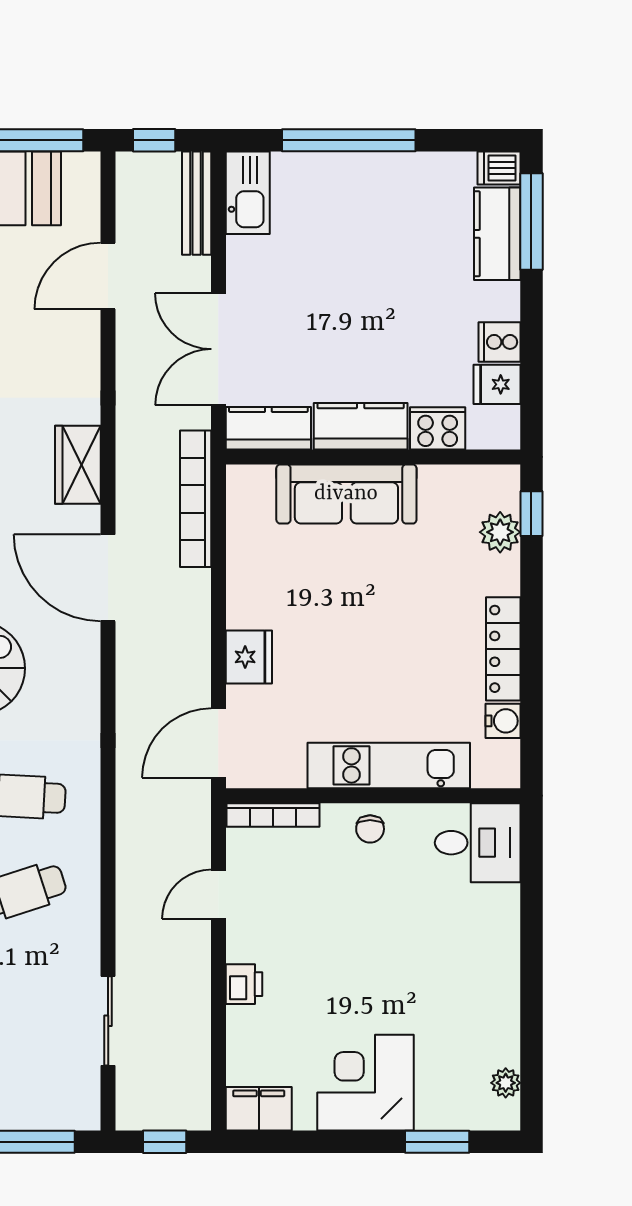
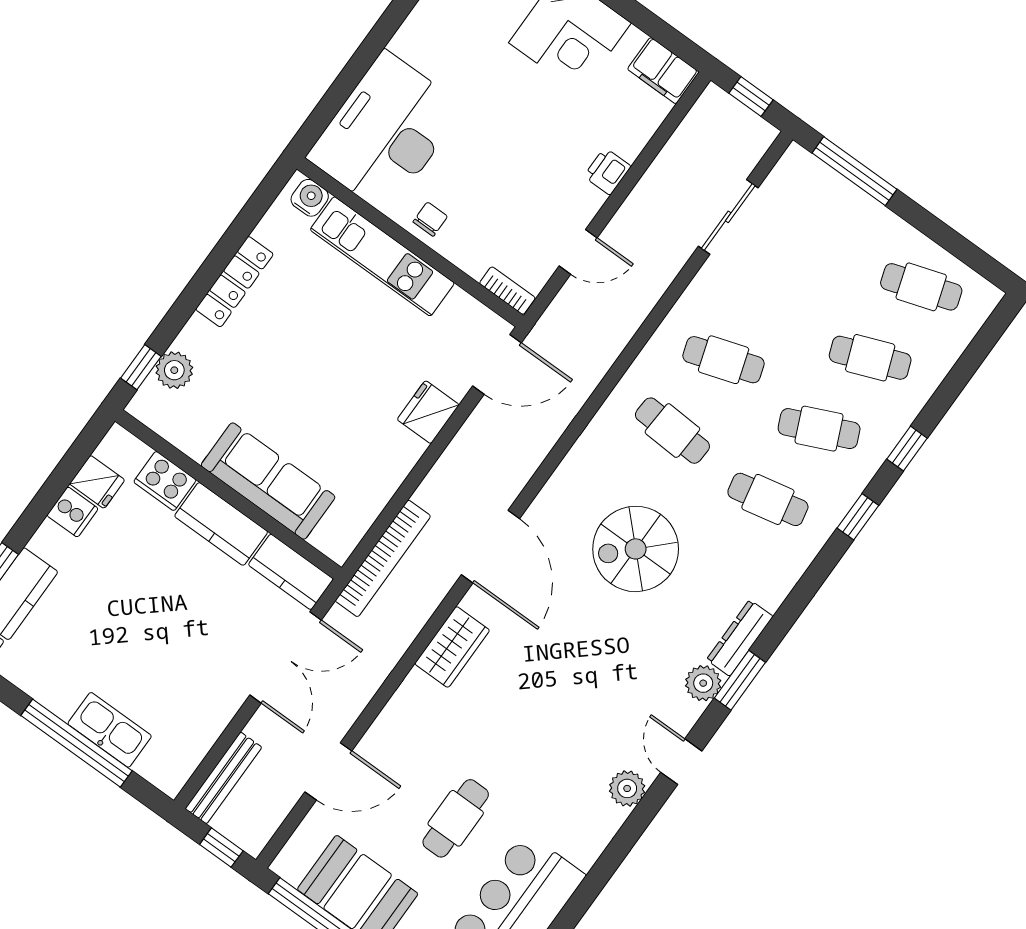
kitchen sink: (248, 193) -> (110, 730), moved, turned 90
water cooler: (503, 721) -> (310, 198), moved, turned 90
bookcase: (273, 815) -> (507, 291), width x0.64
desk: (478, 843) -> (386, 132), width x1.87, depth x1.30

